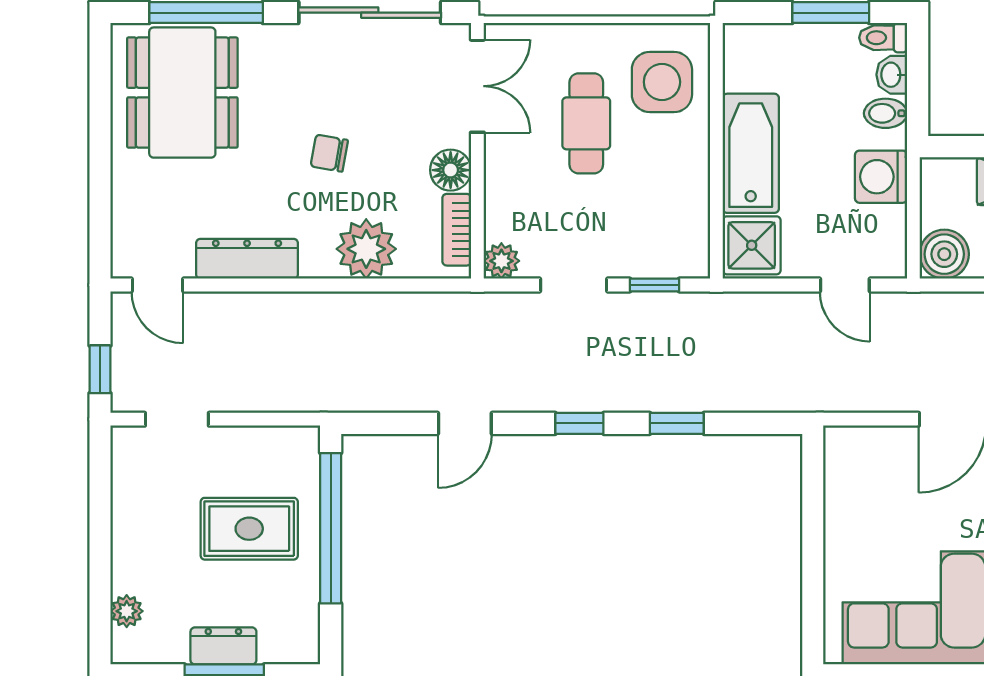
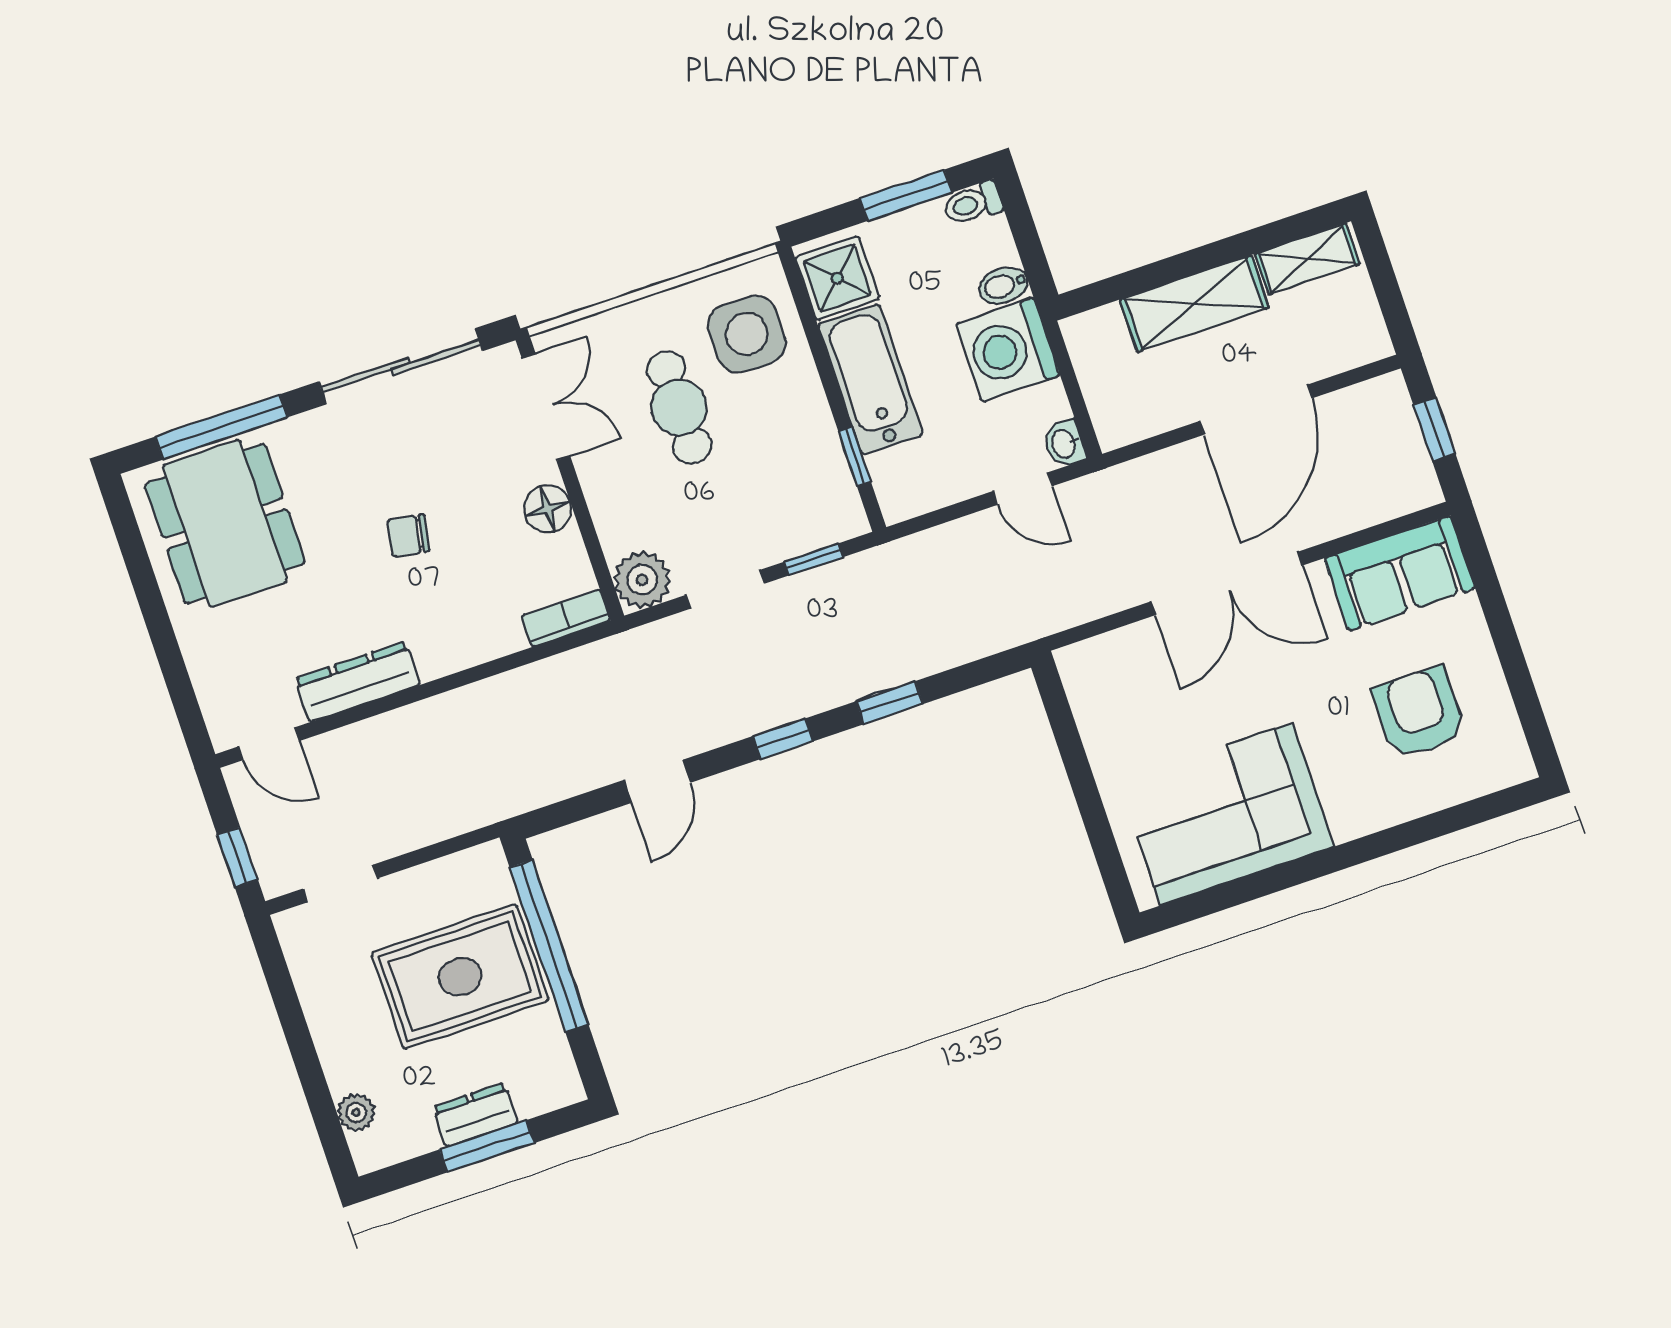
washbasin: (892, 75) -> (1065, 444), moved
washing machine: (881, 177) -> (1008, 350), width x1.37, depth x1.37
window: (716, 212) -> (855, 456), added
bookcase: (457, 230) -> (566, 618), moved, turned 90
shower: (752, 245) -> (837, 278), moved
plant: (366, 249) -> (485, 627), removed
boiler: (944, 254) -> (1120, 418), removed
plant: (501, 261) -> (642, 580), width x1.38, depth x1.38
rug: (249, 529) -> (460, 977), width x1.36, depth x1.43

